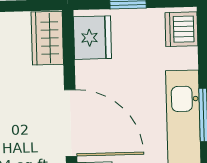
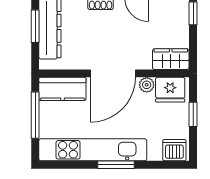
plant: (86, 73) -> (147, 85), added

